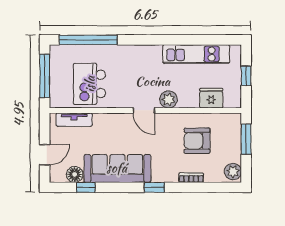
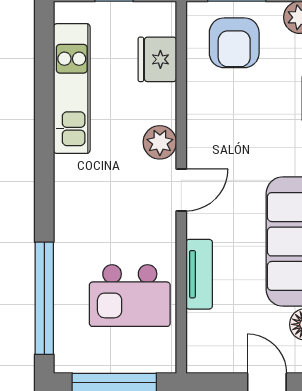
tv unit: (74, 120) -> (199, 274), moved
armchair: (197, 141) -> (234, 43), moved

